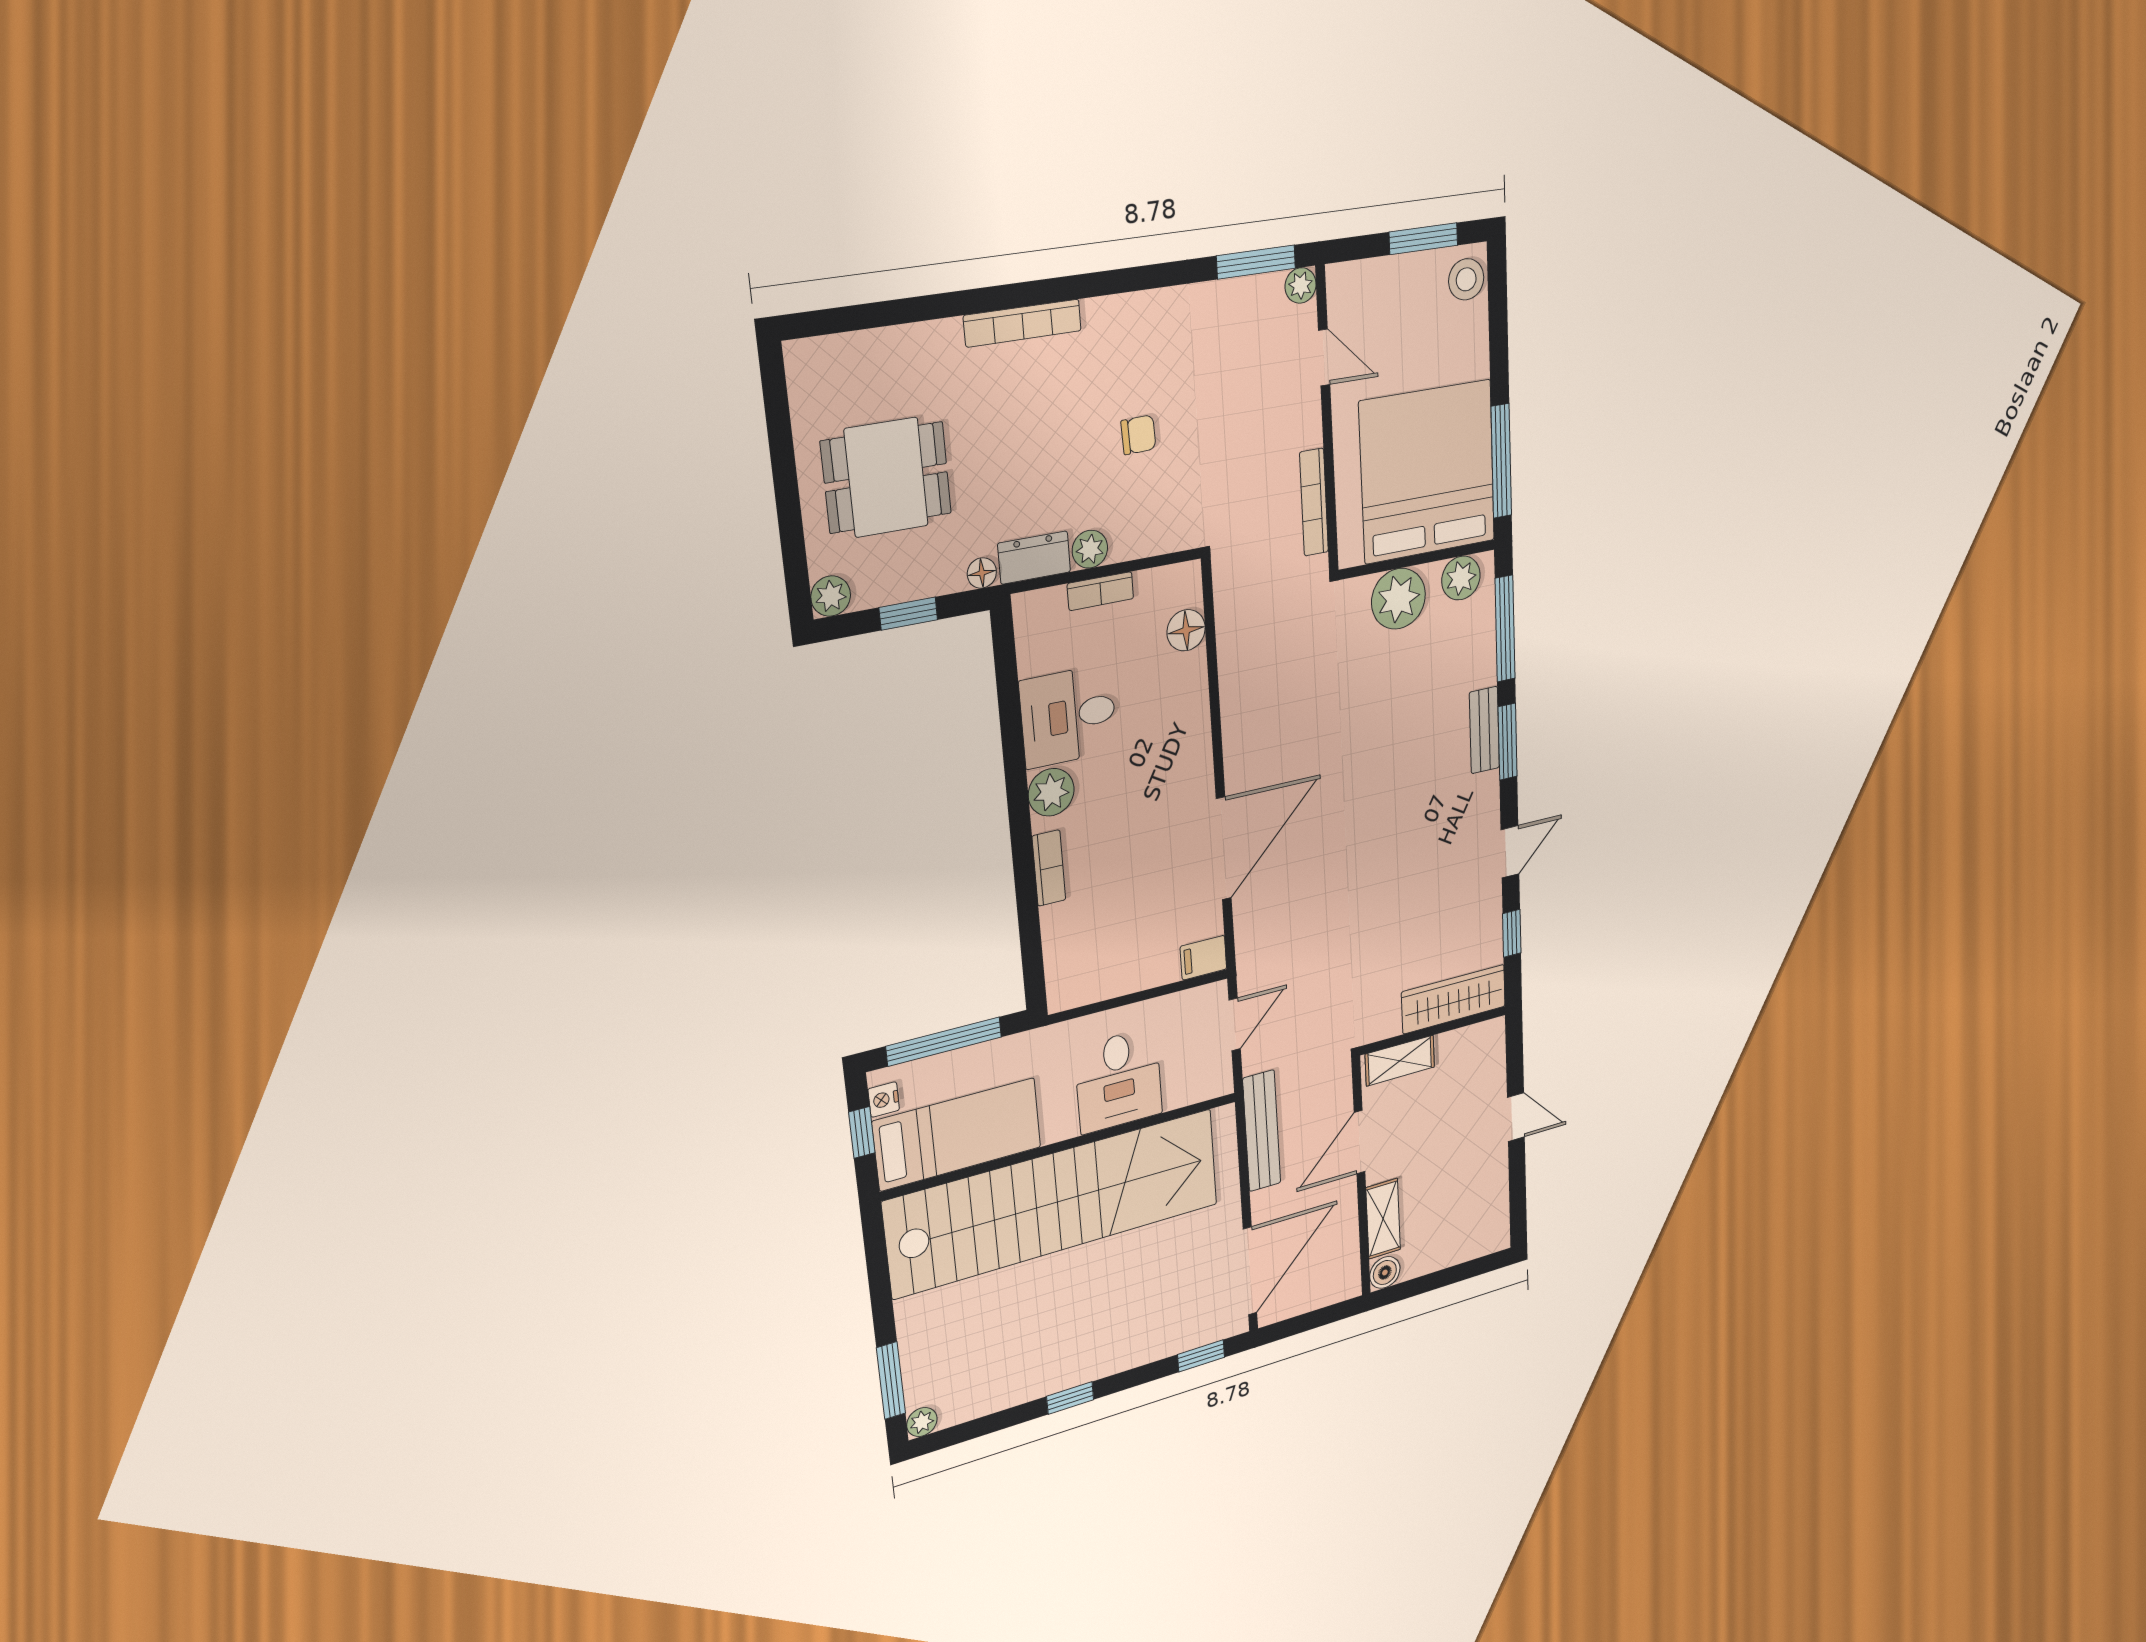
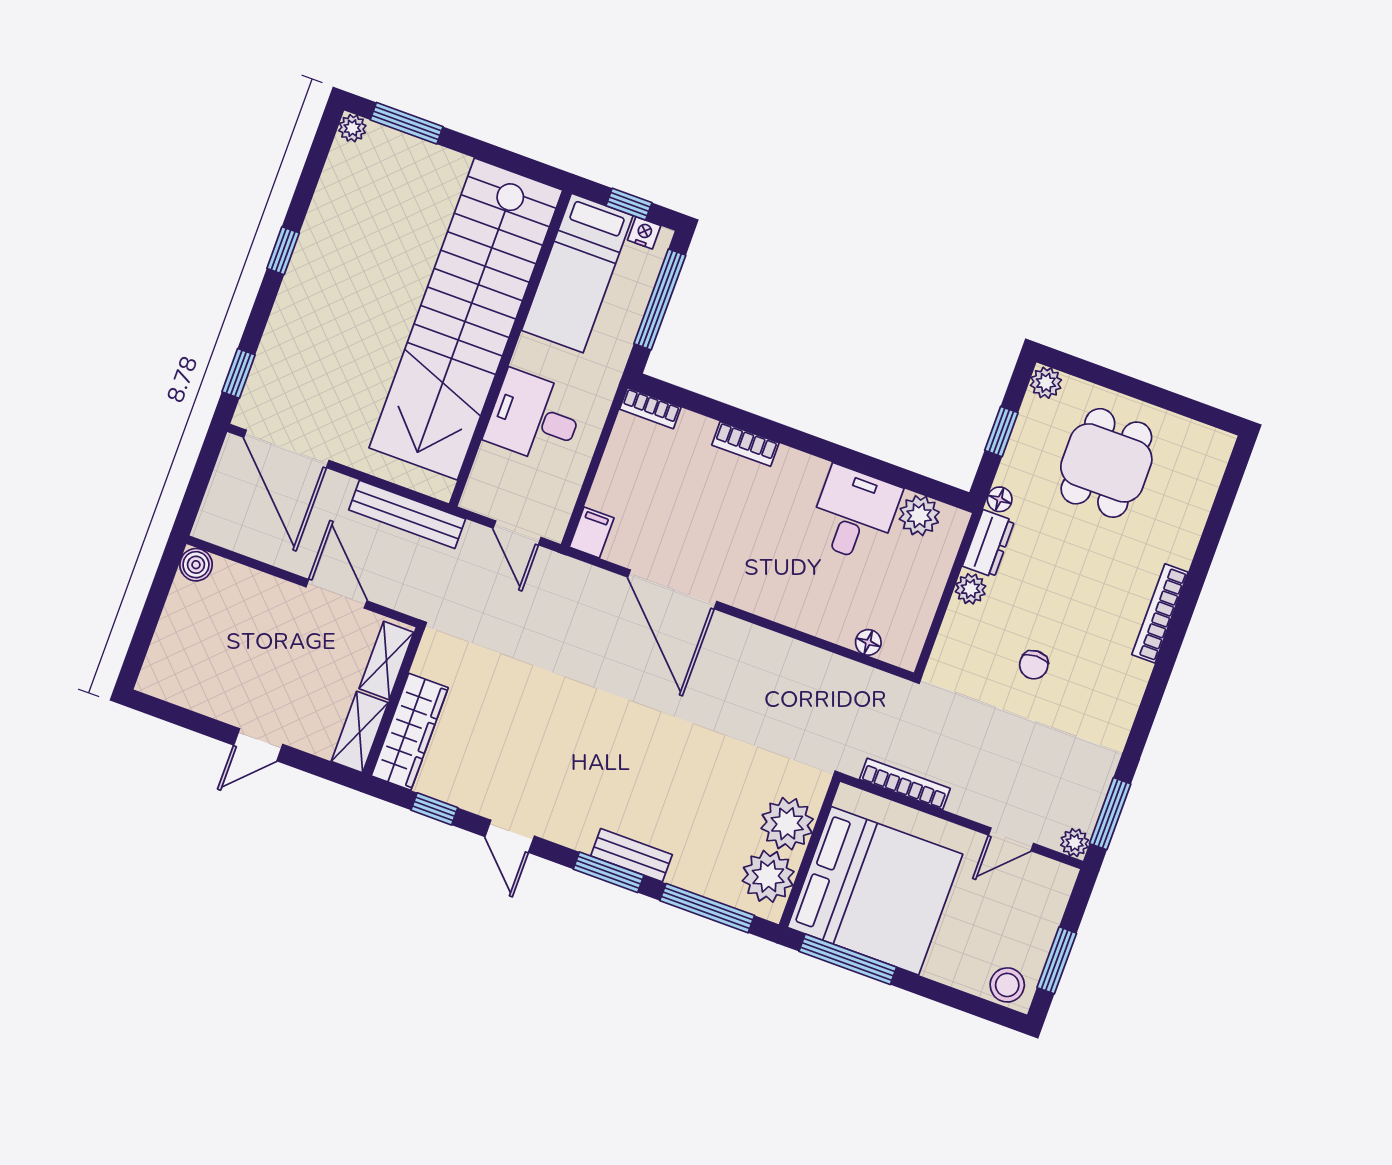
plant: (1461, 578) -> (768, 876), width x1.36, depth x1.36
bookcase: (1100, 591) -> (650, 408), moved, turned -90
floor lamp: (1186, 630) -> (868, 642), width x0.73, depth x0.73
plant: (1051, 792) -> (919, 516), moved
shelving: (1383, 1219) -> (360, 732), moved, turned 90

